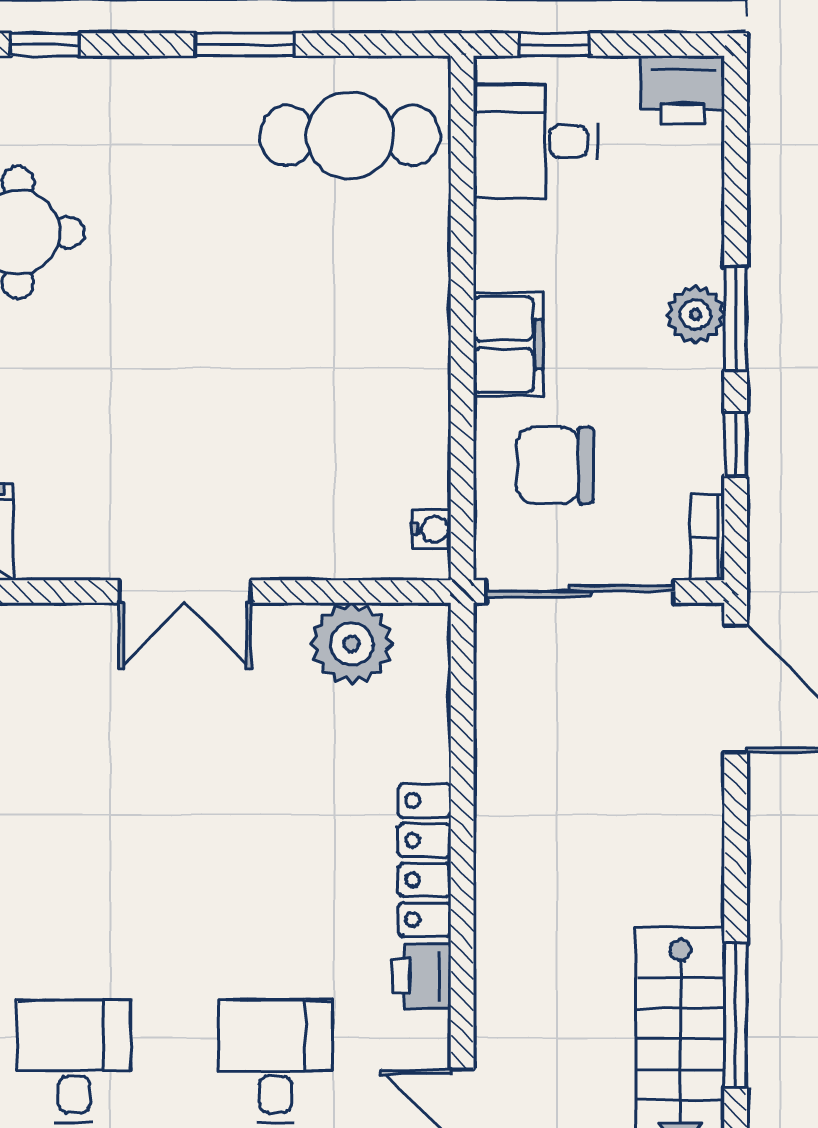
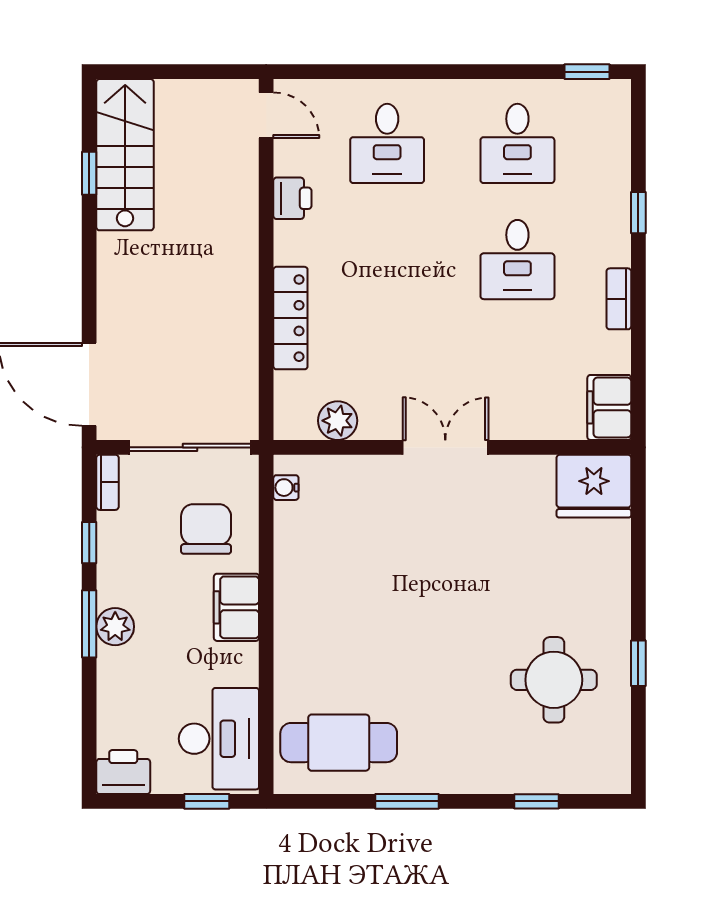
desk: (535, 141) -> (219, 739), width x1.37
chair: (555, 465) -> (206, 529), turned -90
plant: (352, 644) -> (338, 421), width x0.73, depth x0.73
locker: (425, 860) -> (290, 318), moved
desk: (74, 882) -> (517, 260), added
window: (736, 1015) -> (89, 173), width x0.46

